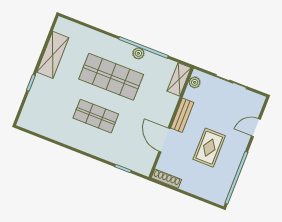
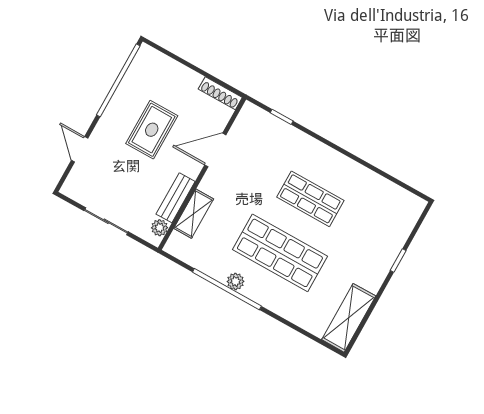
shelving: (53, 55) -> (349, 318), moved
shelving: (179, 79) -> (194, 214), moved
bench: (182, 115) -> (176, 198), moved
door: (256, 128) -> (80, 149), swing flipped
door: (164, 140) -> (215, 150), swing flipped

